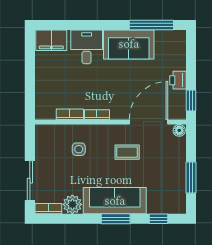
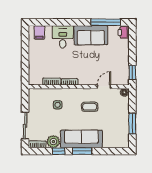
filing cabinet: (51, 40) -> (39, 32), width x0.50
printer: (178, 80) -> (124, 32), moved
door: (148, 122) -> (104, 87), width x0.53
window: (159, 219) -> (59, 151), moved

